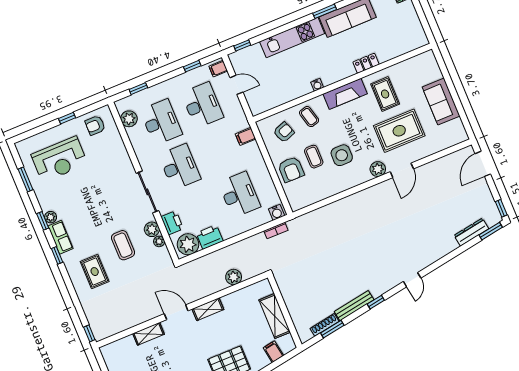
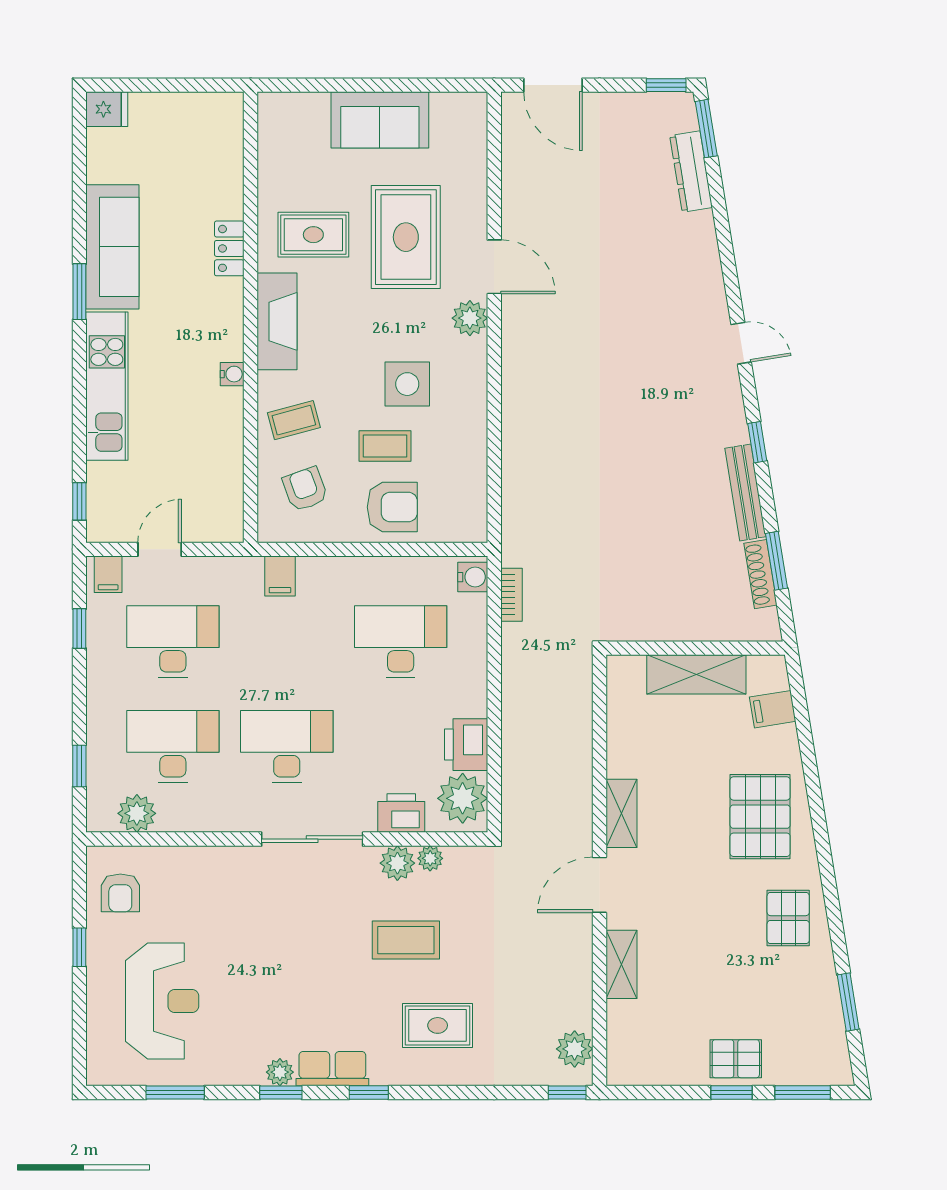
plant: (234, 277) -> (575, 1049), moved

